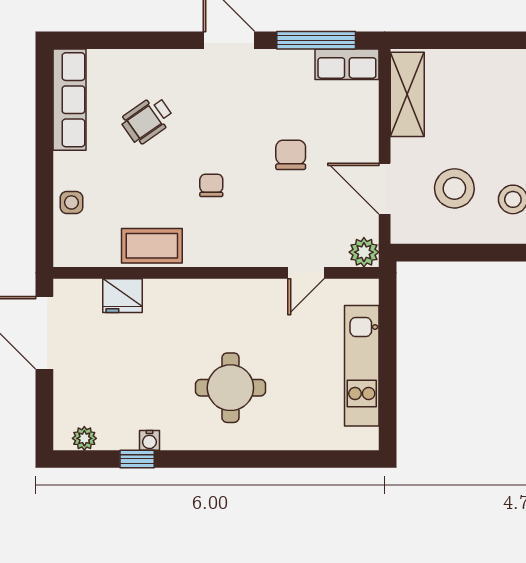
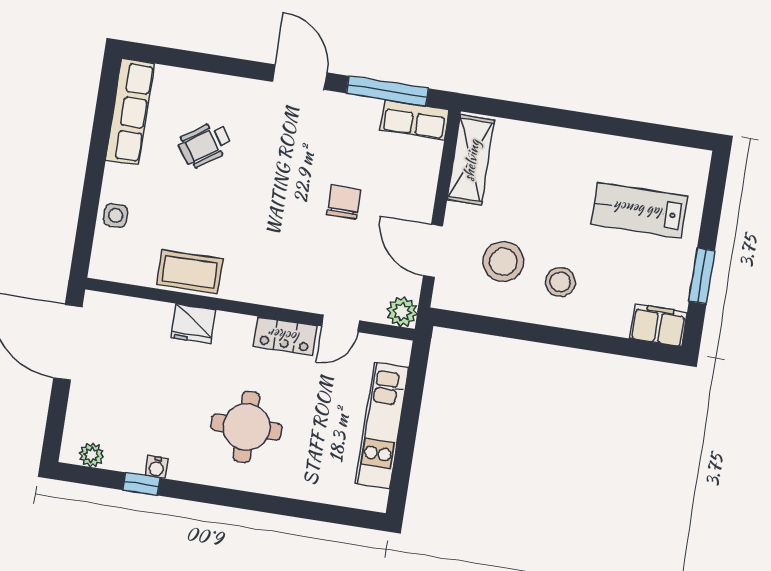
chair: (211, 185) -> (259, 220), removed
locker: (254, 294) -> (285, 336), added
fridge: (123, 296) -> (194, 324), moved

